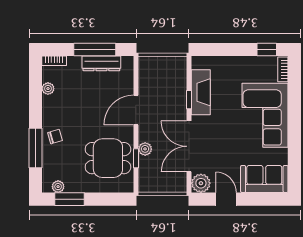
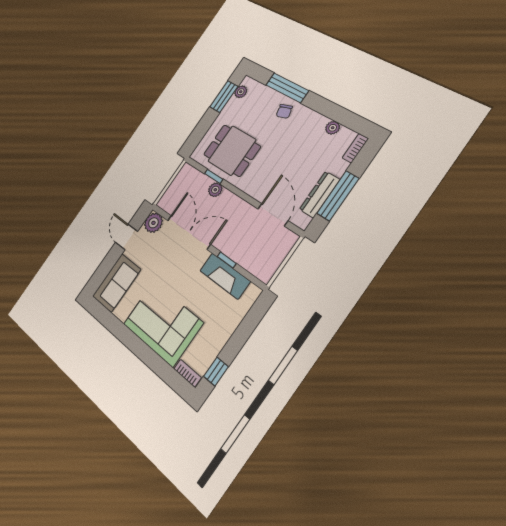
door: (136, 110) -> (273, 215), moved
dining table: (108, 158) -> (232, 151), turned 90
door: (226, 199) -> (126, 237), swing flipped

